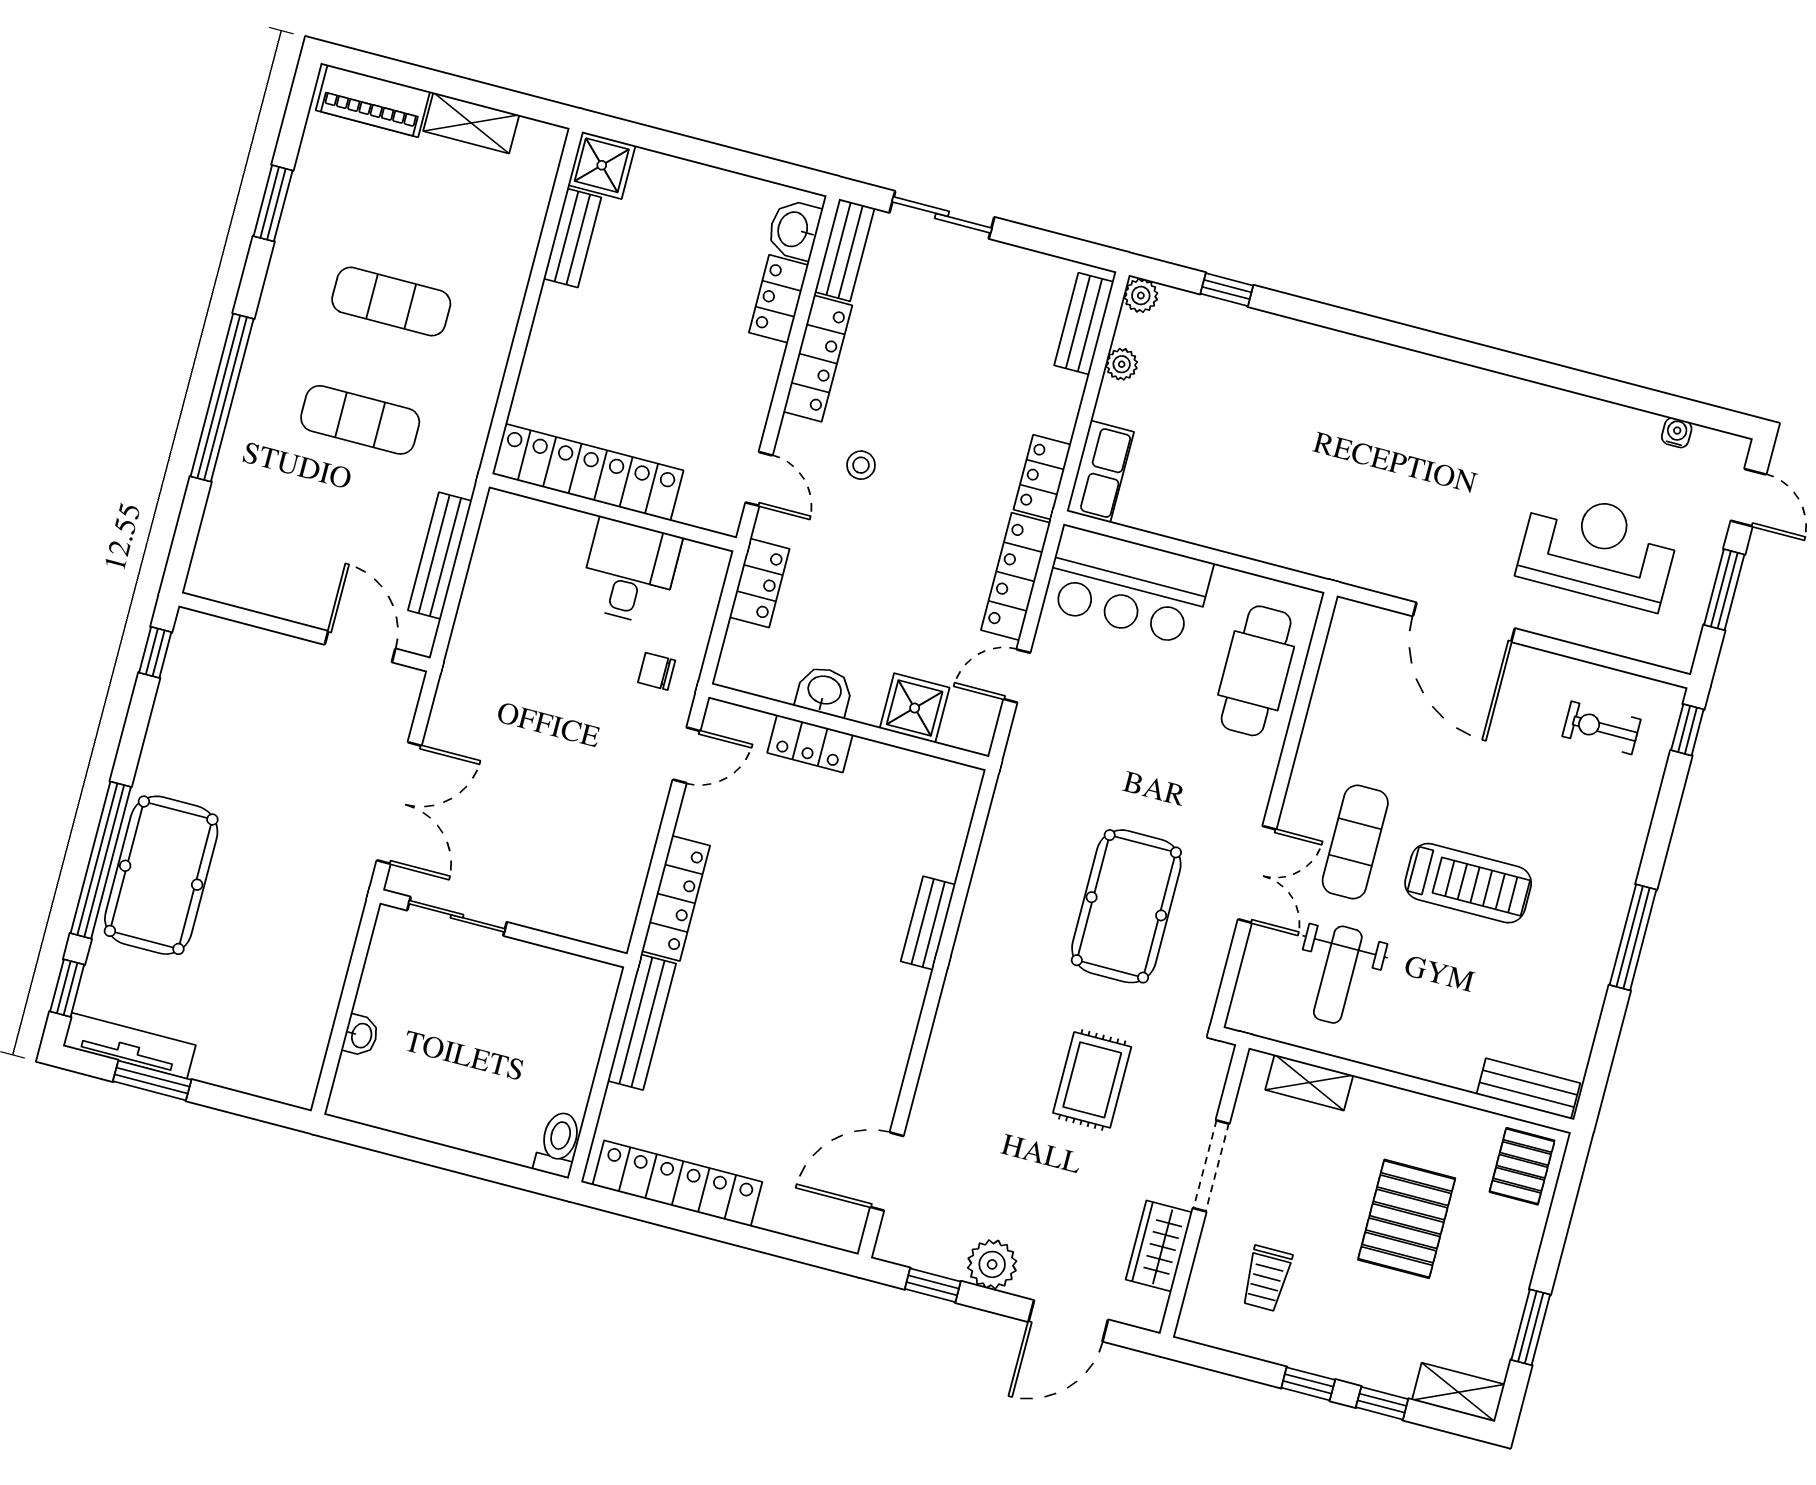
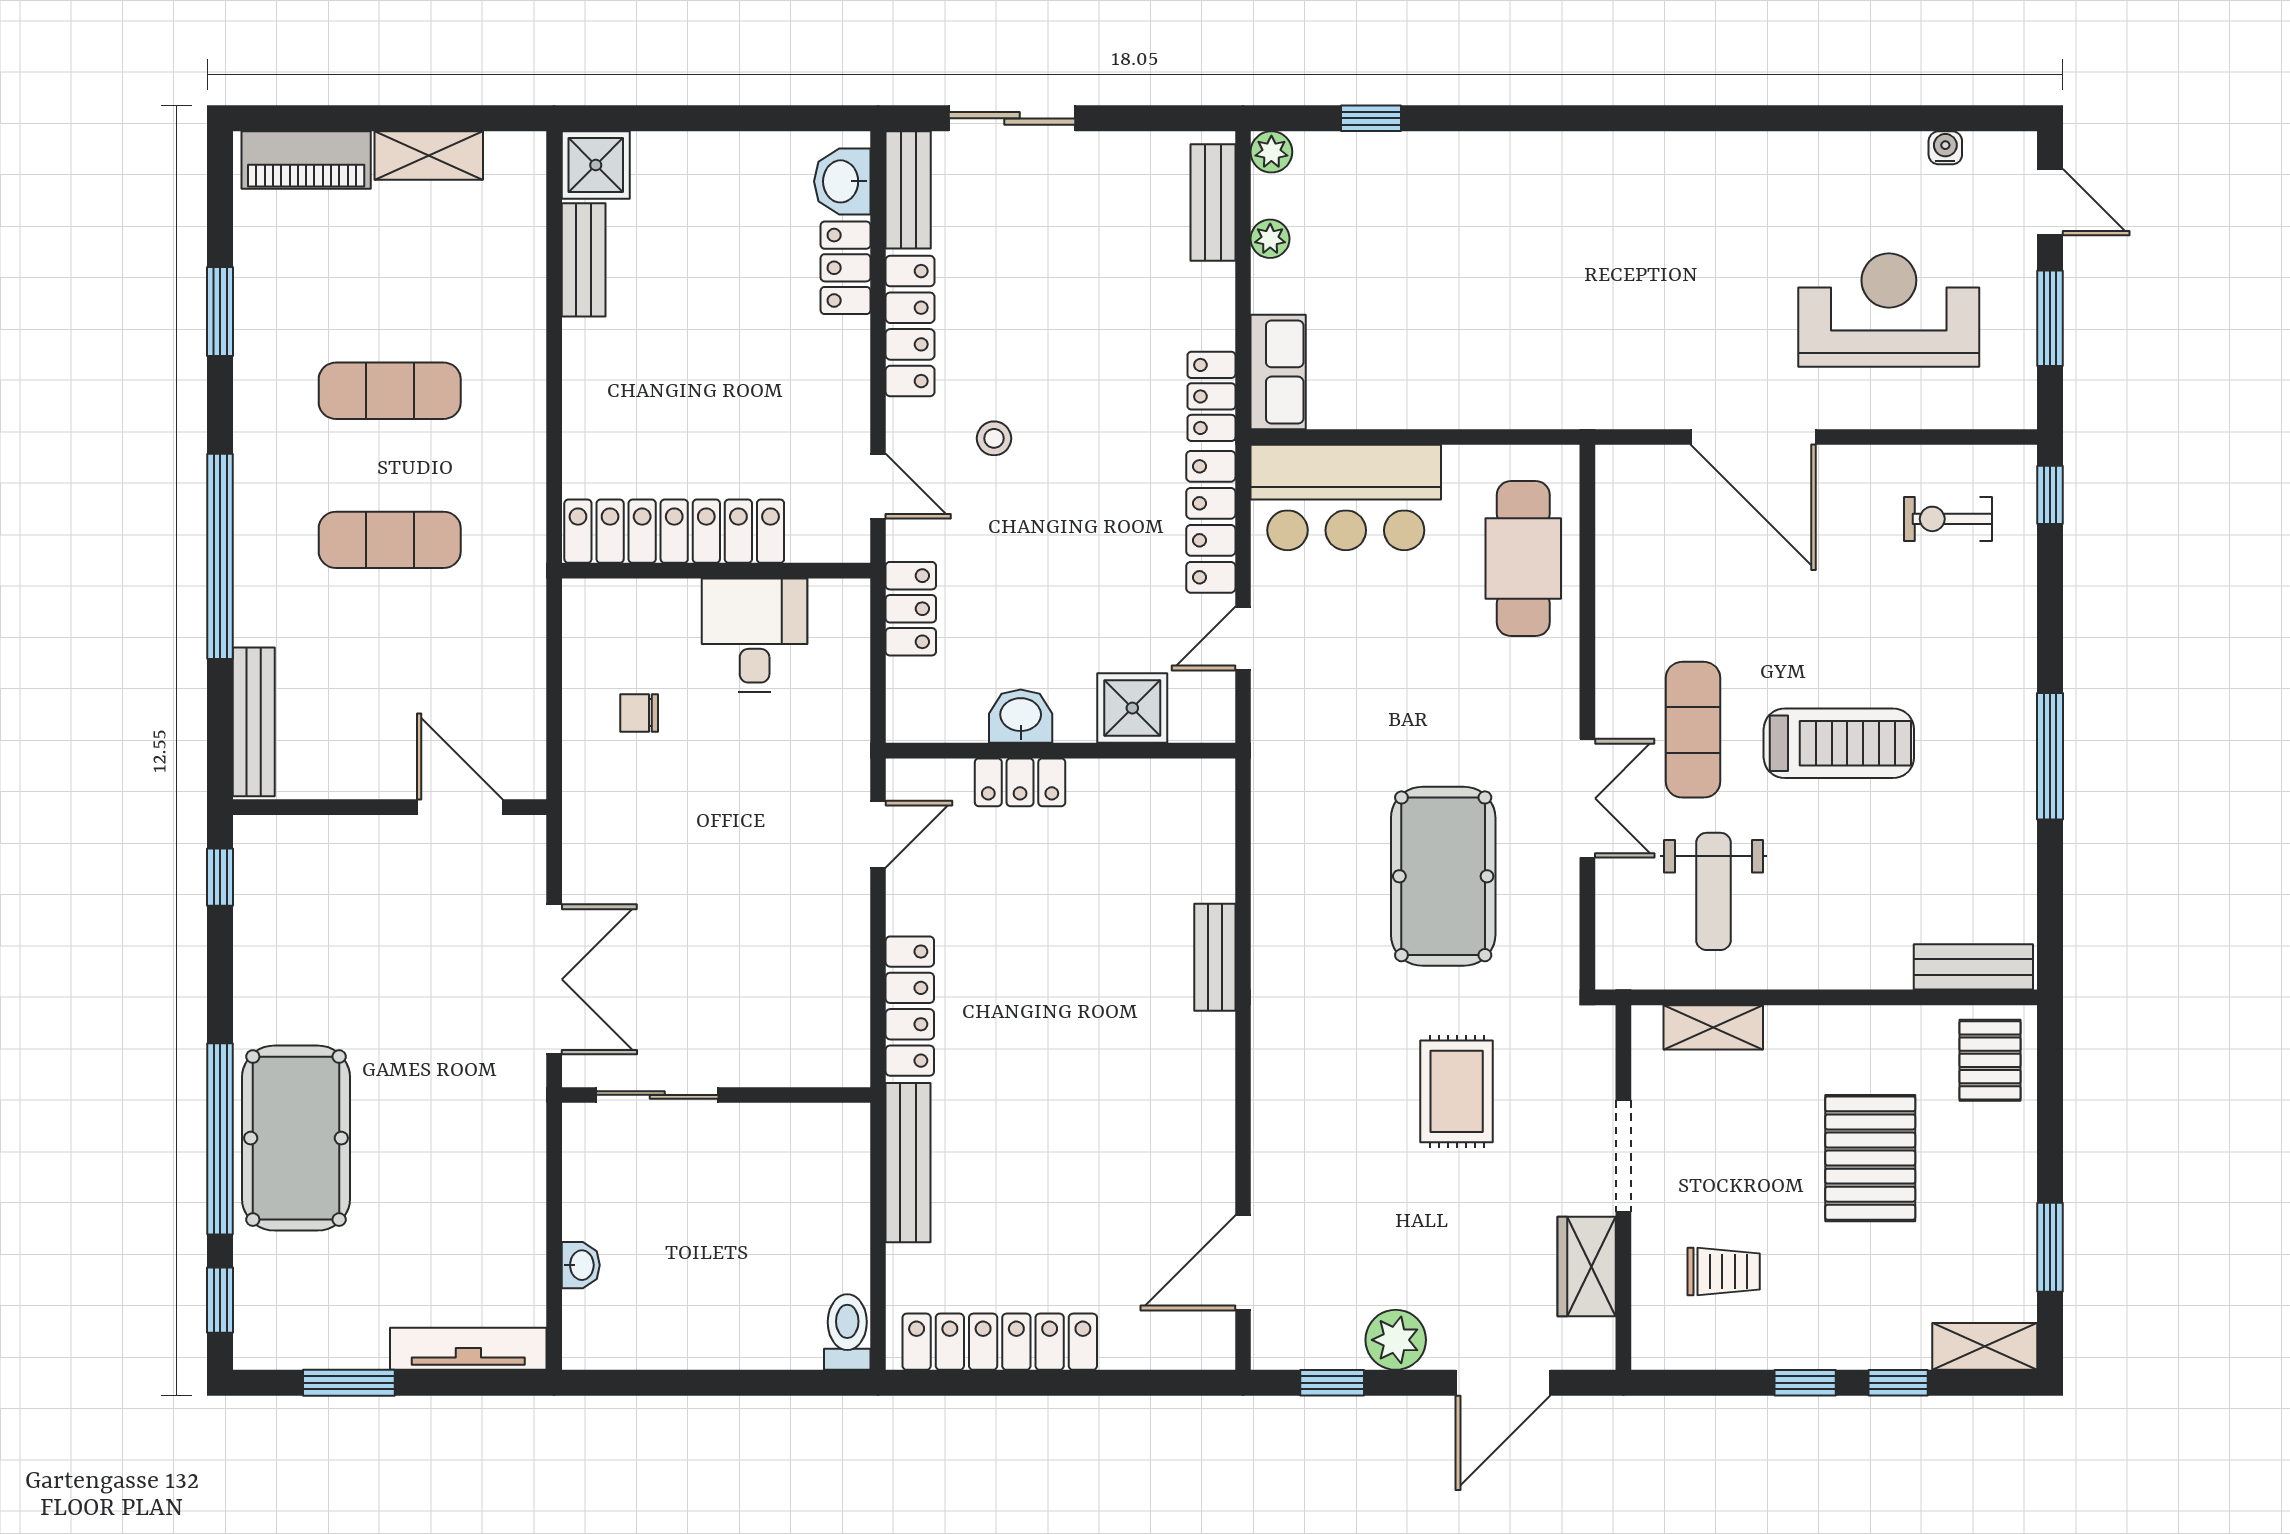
bench: (440, 556) -> (254, 722), moved
chair: (657, 671) -> (639, 713), moved
tv unit: (129, 1046) -> (468, 1349), moved
trolley: (1267, 1278) -> (1724, 1271), turned -90

